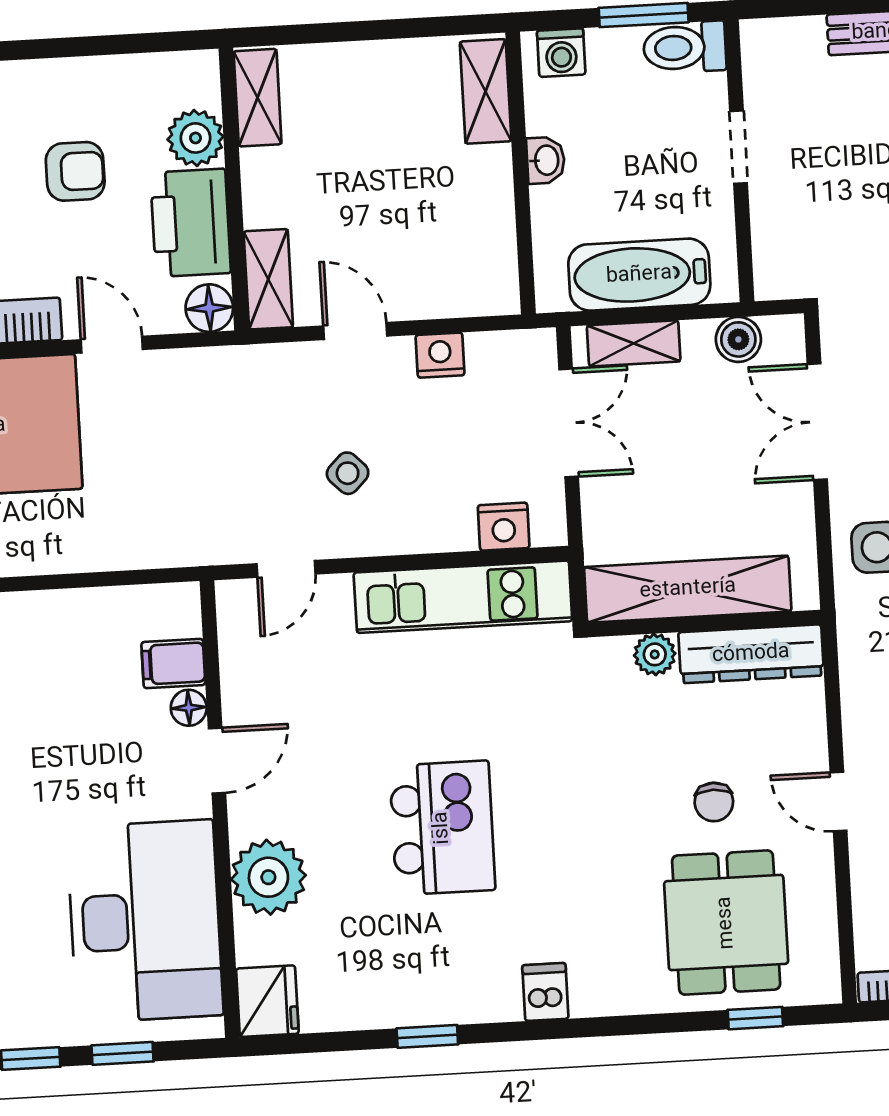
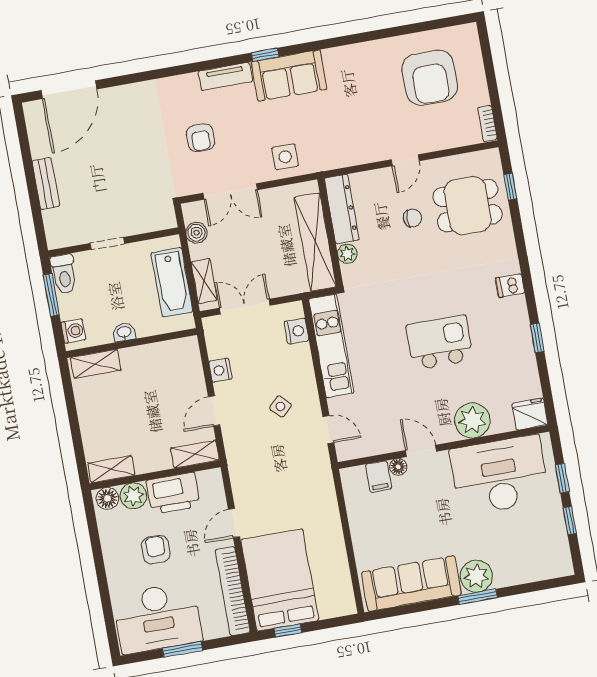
floor lamp: (209, 308) -> (107, 498), moved

